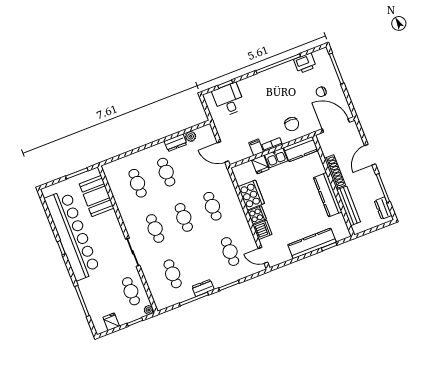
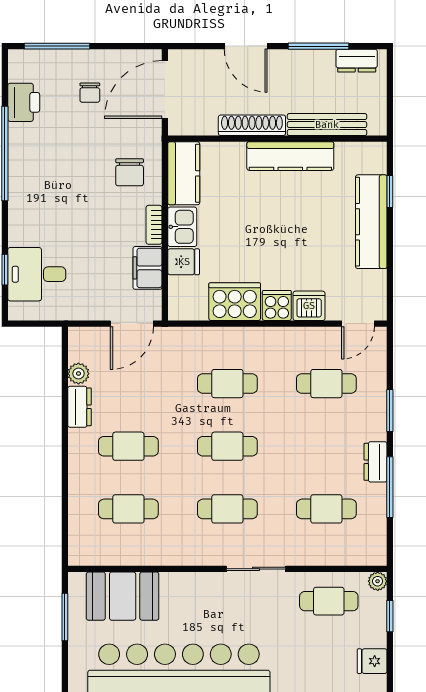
chair: (292, 124) -> (130, 172), turned 90
filing cabinet: (256, 147) -> (147, 268), width x2.00

